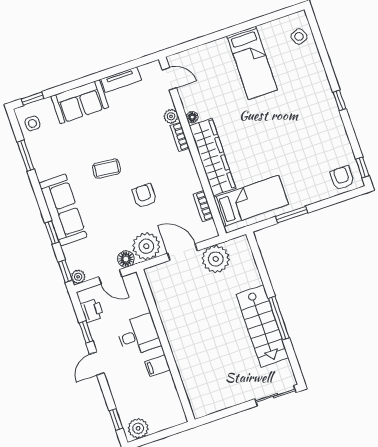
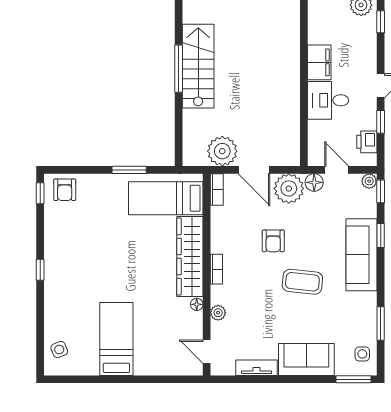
window: (32, 99) -> (354, 379), width x1.50
bookcase: (180, 137) -> (216, 269), moved
coffee table: (106, 169) -> (302, 282), width x1.36, depth x1.30
bookcase: (203, 206) -> (217, 189), moved
filing cabinet: (157, 366) -> (319, 62), width x2.00

